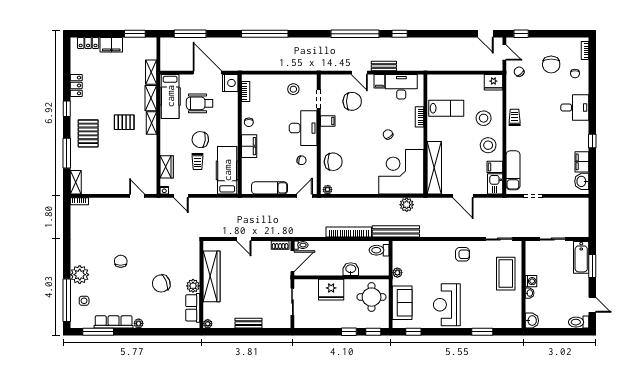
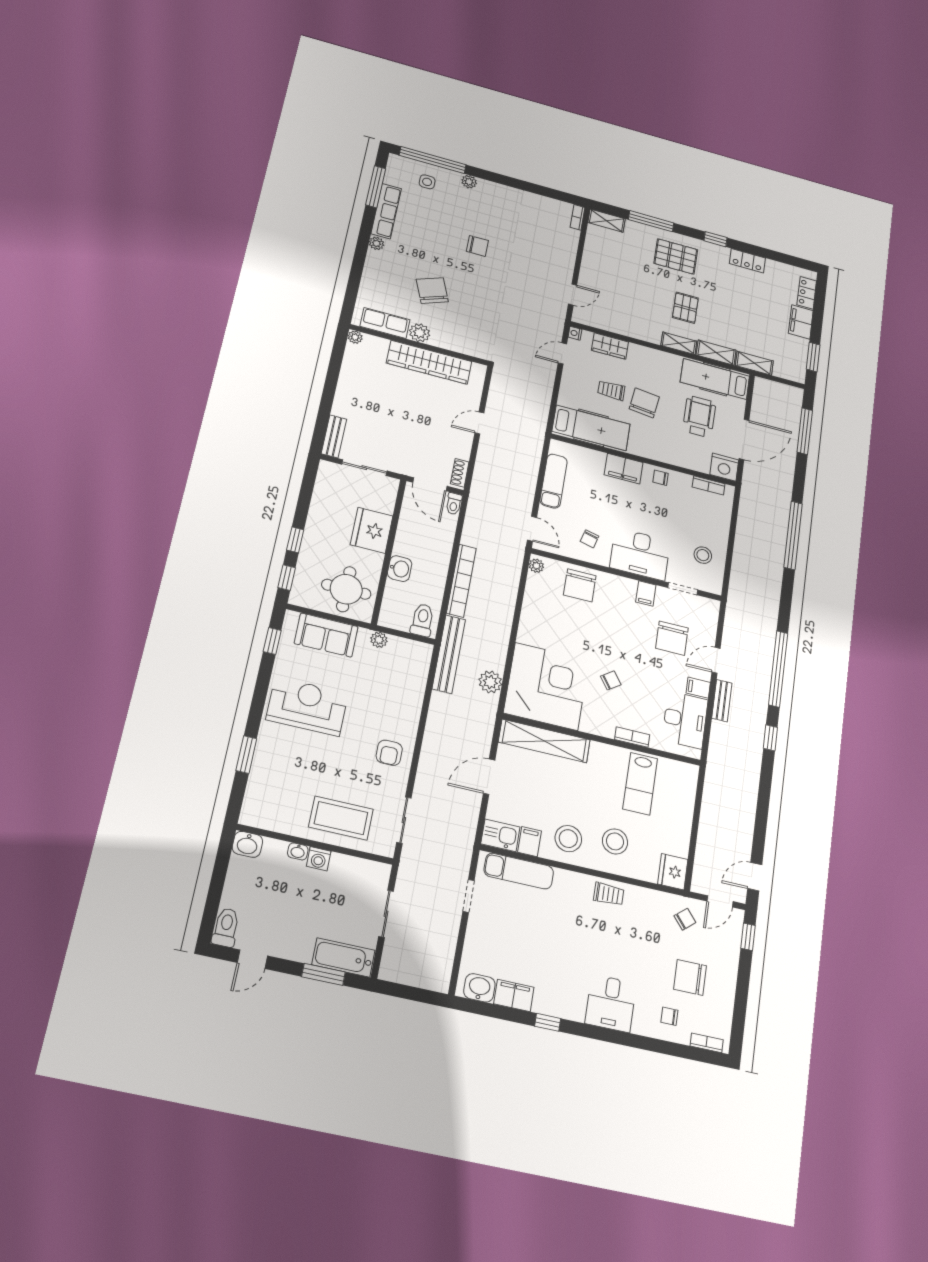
plant: (80, 275) -> (469, 182), width x0.53, depth x0.53
bench: (249, 323) -> (334, 436), moved

